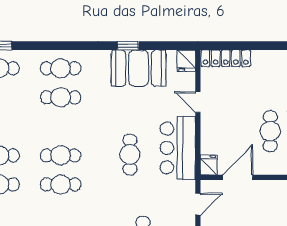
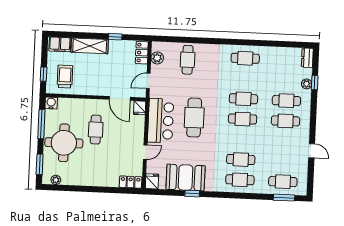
locker: (226, 58) -> (131, 182), width x0.66
door: (198, 102) -> (145, 152), hinge flipped
cafe table: (130, 154) -> (194, 118), width x1.37, depth x1.35
door: (238, 177) -> (120, 98), hinge flipped

